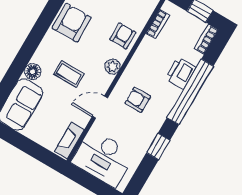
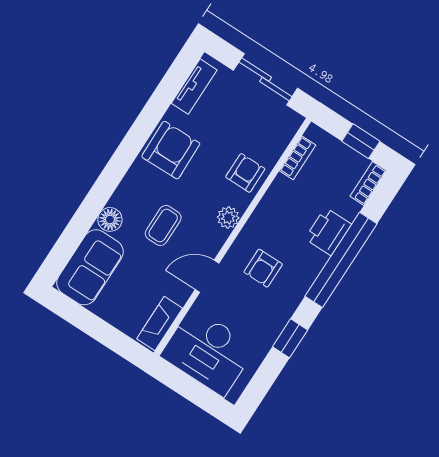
coffee table: (69, 74) -> (163, 225), turned 90
armchair: (138, 100) -> (263, 268), turned -90

